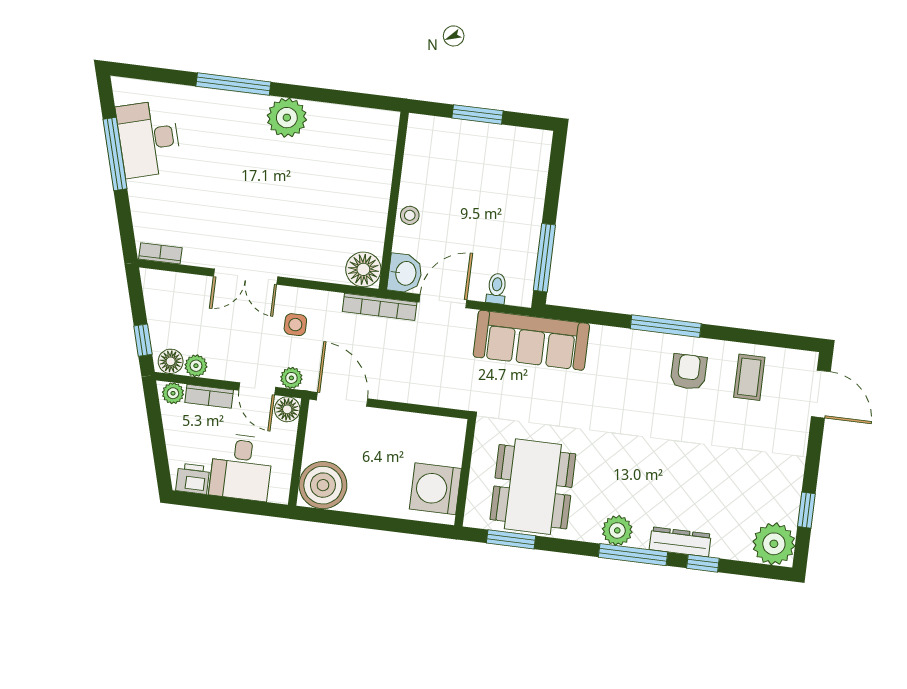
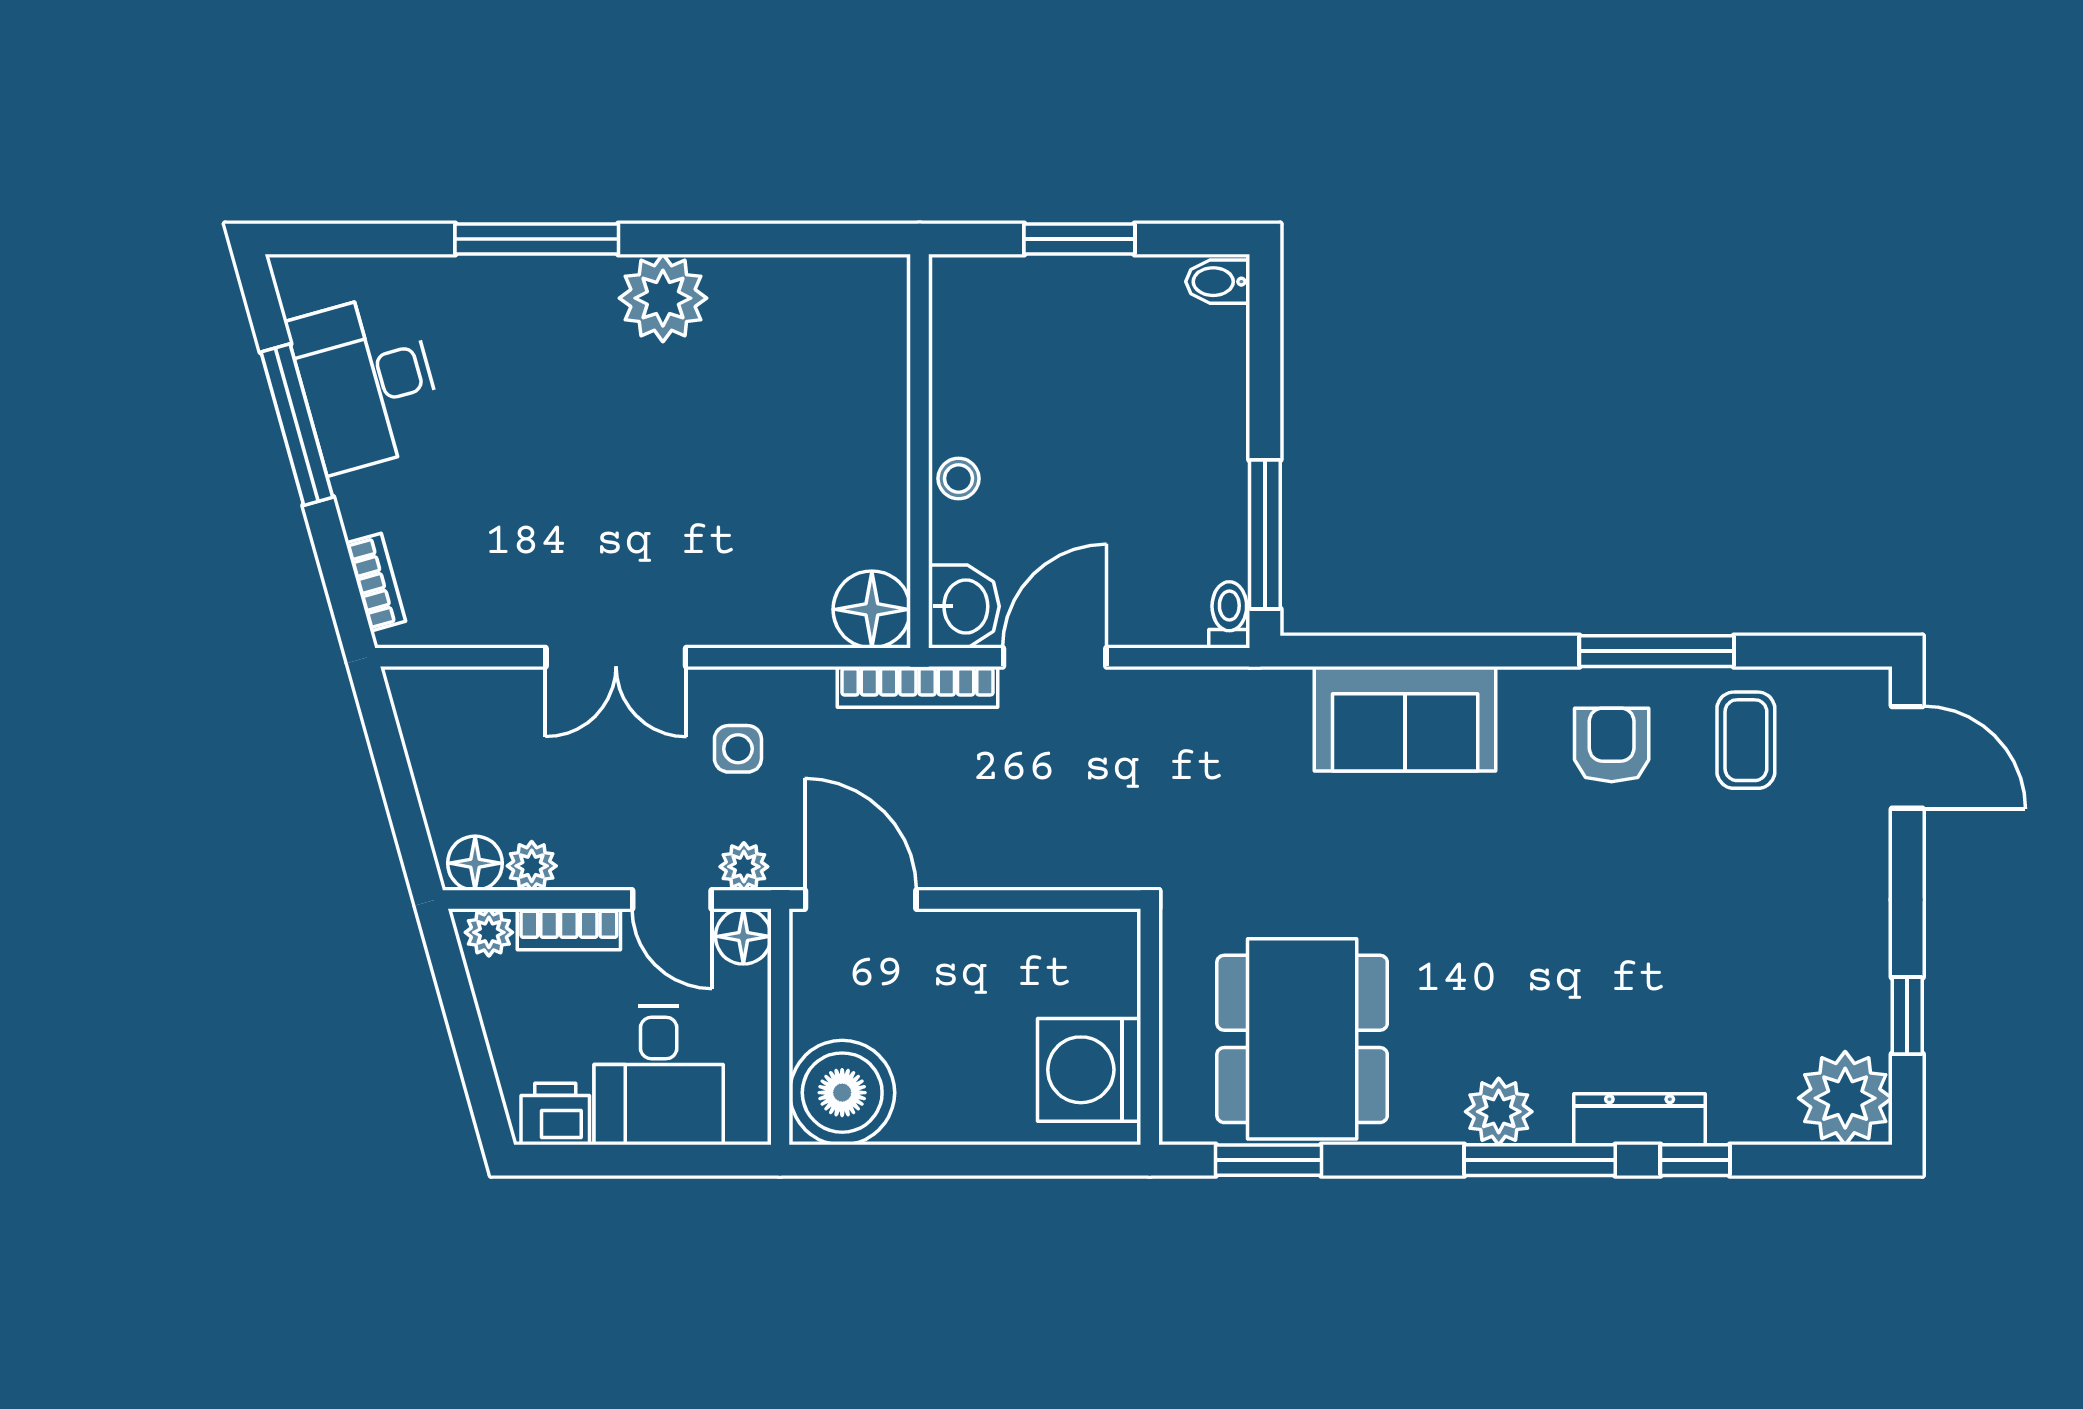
bidet: (537, 141) -> (1218, 282), added
bookcase: (160, 253) -> (376, 582), moved, turned 74
toilet: (497, 288) -> (1229, 615), moved
window: (666, 326) -> (1657, 651), moved
window: (143, 340) -> (409, 824), removed
sofa: (531, 340) -> (1405, 719), moved, width x0.73

